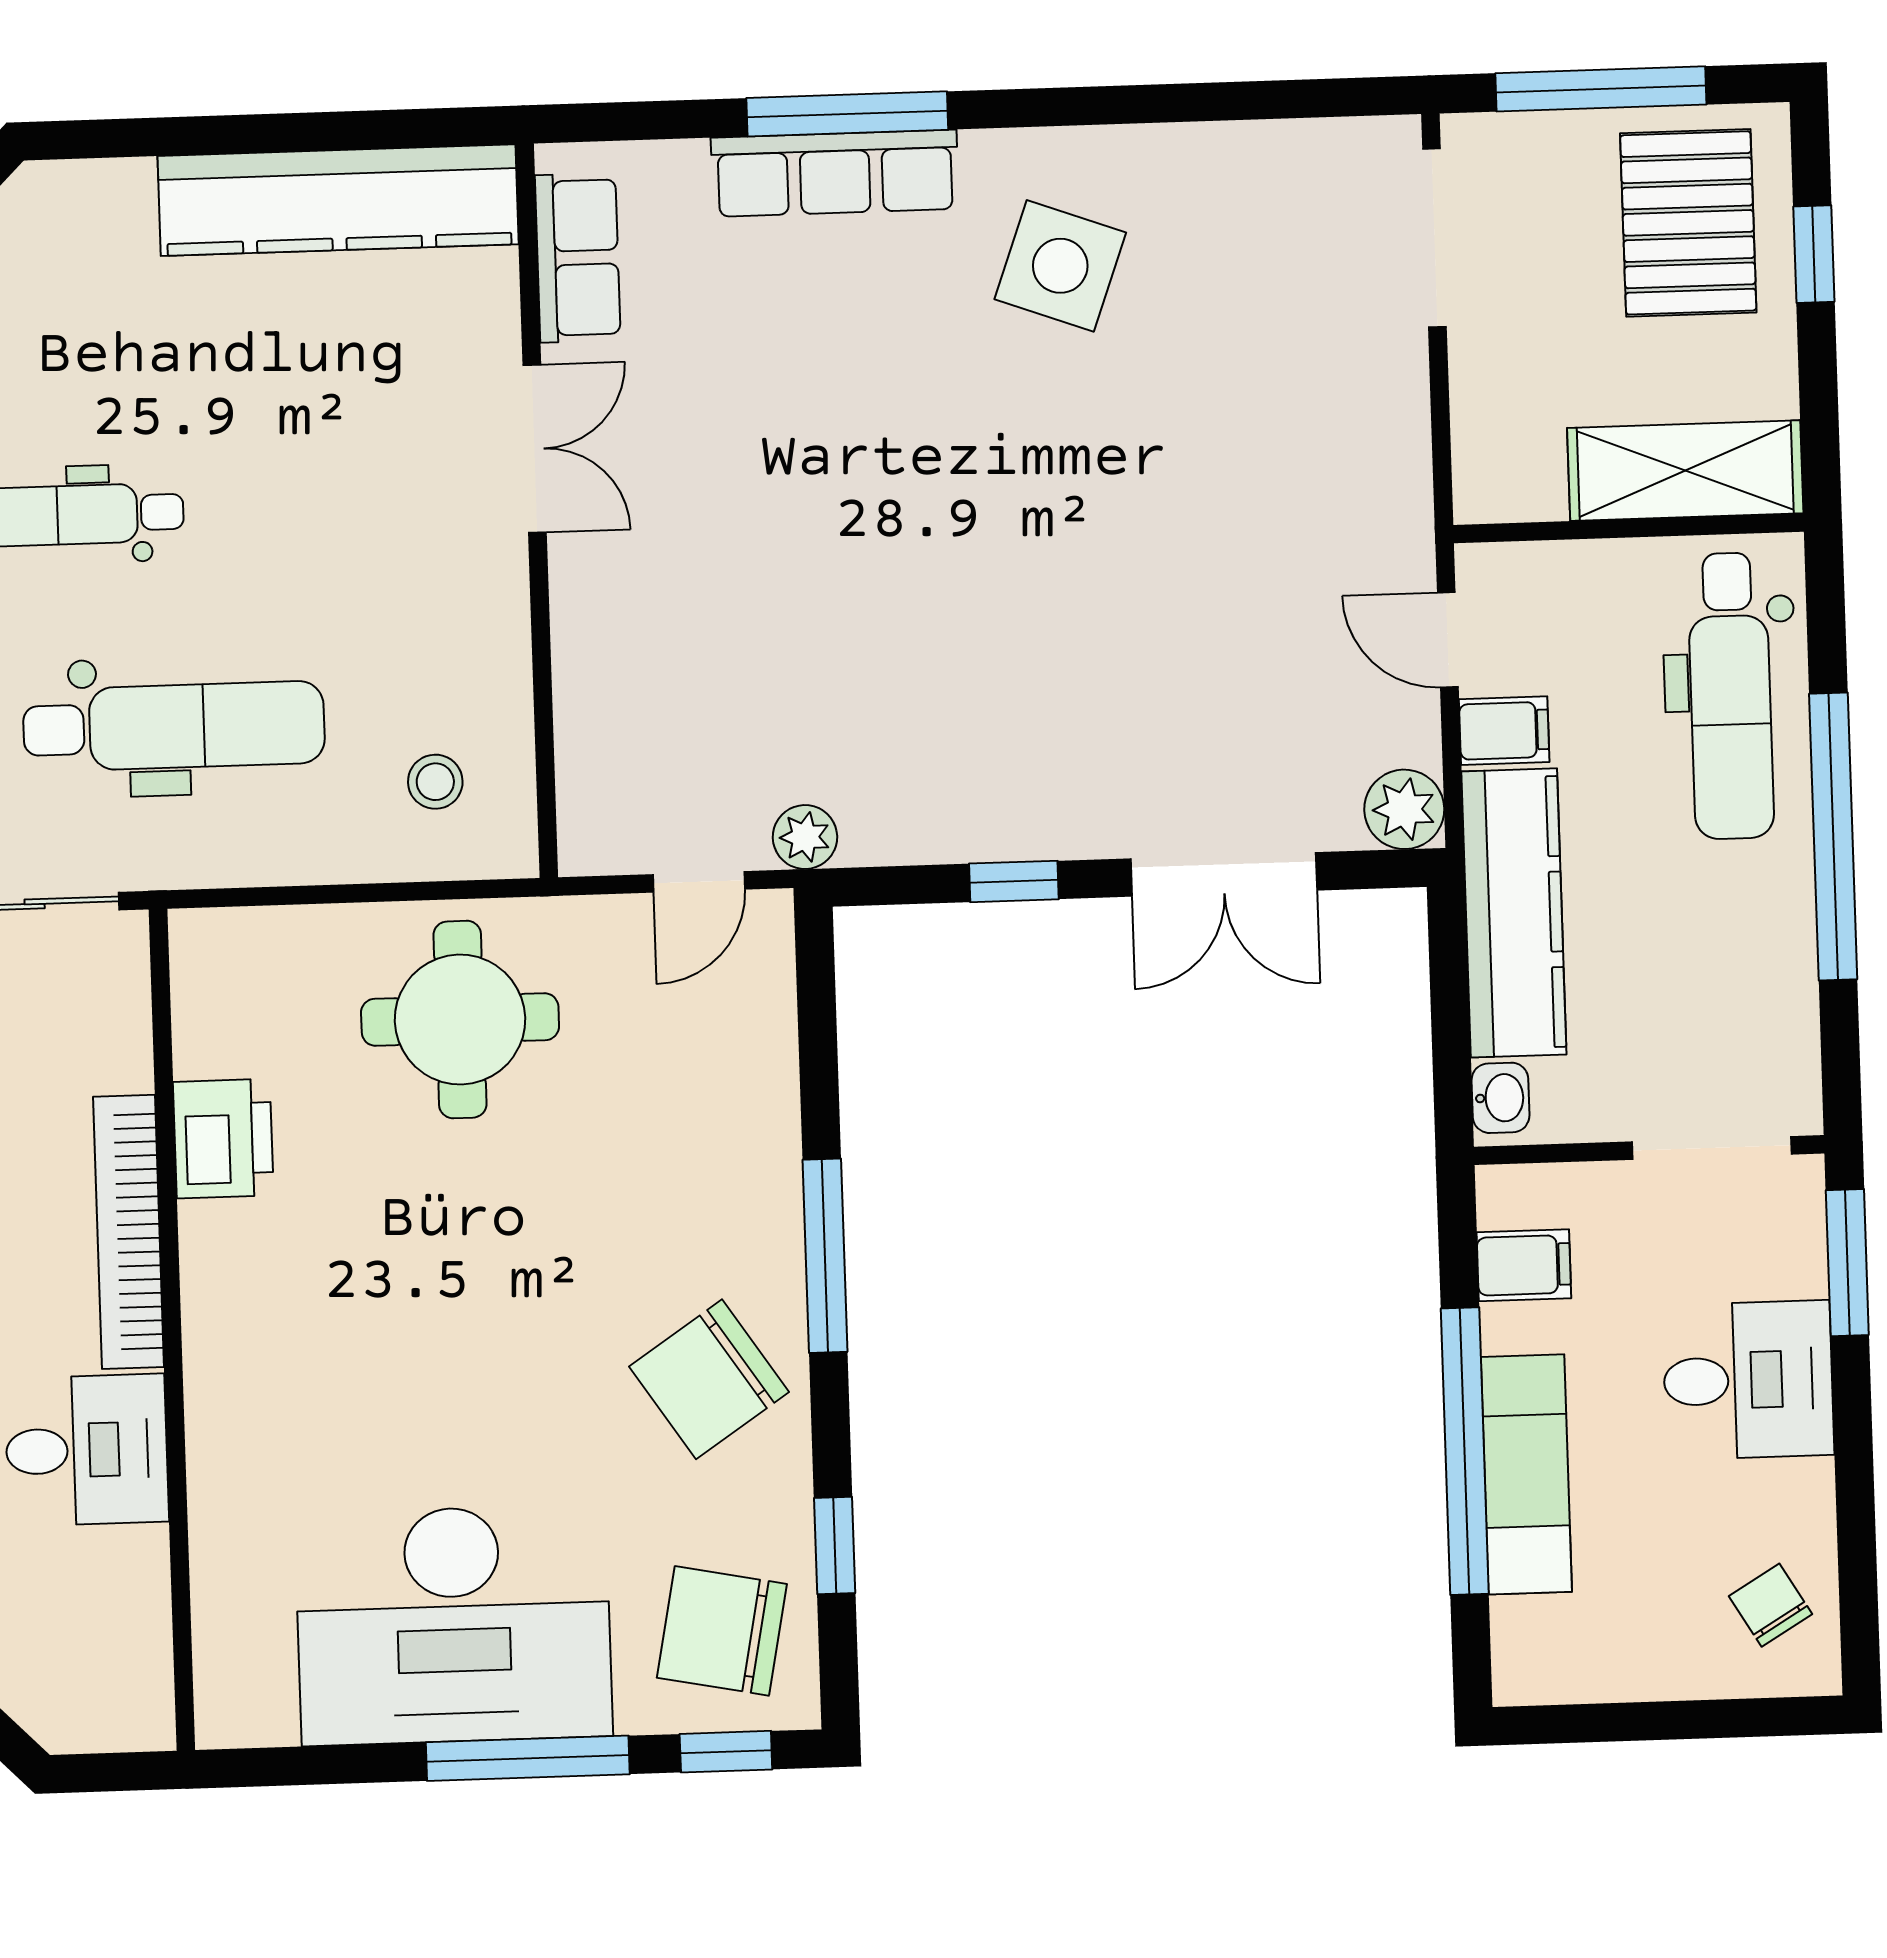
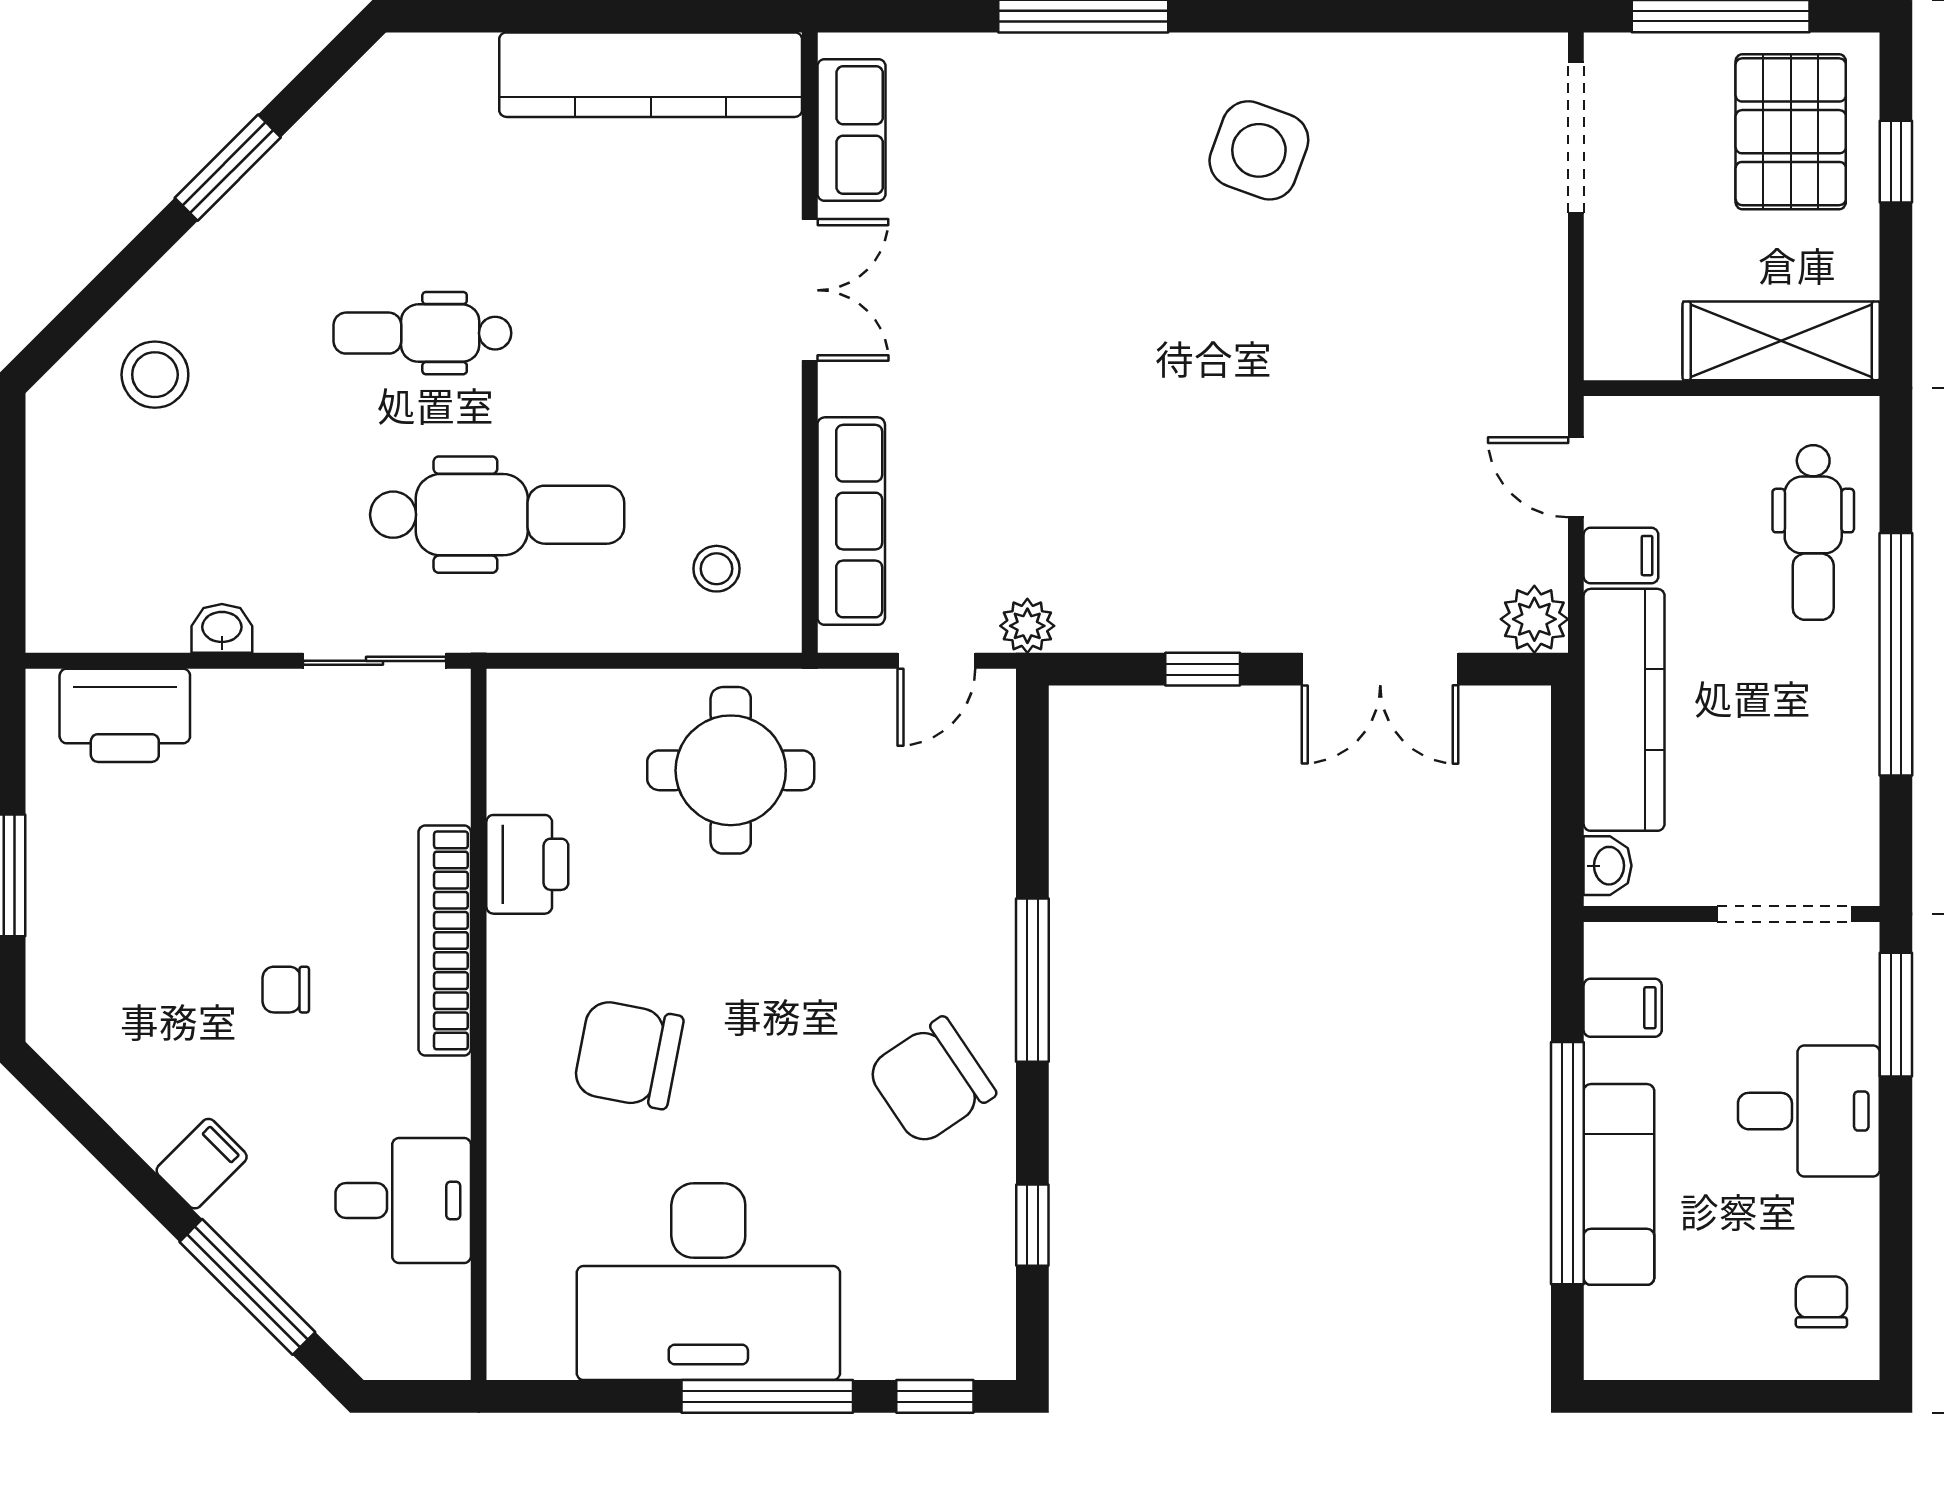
row of seats: (835, 173) -> (851, 521), moved, turned -90
dental chair: (1731, 696) -> (1813, 532), width x0.73, depth x0.72
desk: (87, 1450) -> (403, 1200), moved
chair: (1770, 1605) -> (1821, 1302), turned 31
chair: (722, 1631) -> (628, 1054), moved

